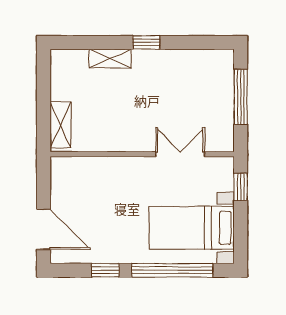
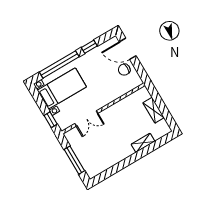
window: (146, 42) -> (131, 160), removed
shelving: (61, 125) -> (154, 110), moved
chair: (70, 198) -> (124, 70), added

